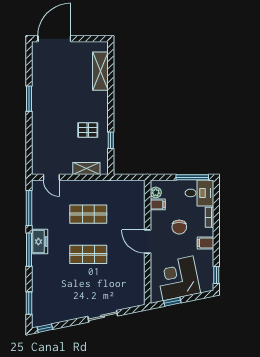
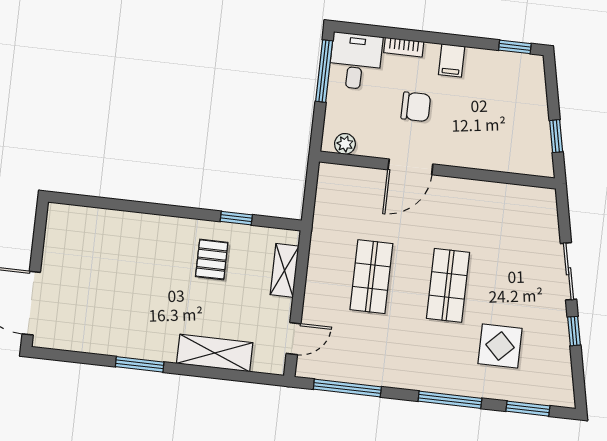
shelving: (100, 71) -> (215, 353), moved
filing cabinet: (158, 204) -> (368, 143), removed
freezer: (40, 242) -> (413, 375), removed
door: (148, 242) -> (410, 167), moved
window: (29, 250) -> (450, 400), moved
corner desk: (178, 278) -> (513, 120), removed
display table: (60, 285) -> (500, 346), added
window: (45, 328) -> (574, 331), moved

